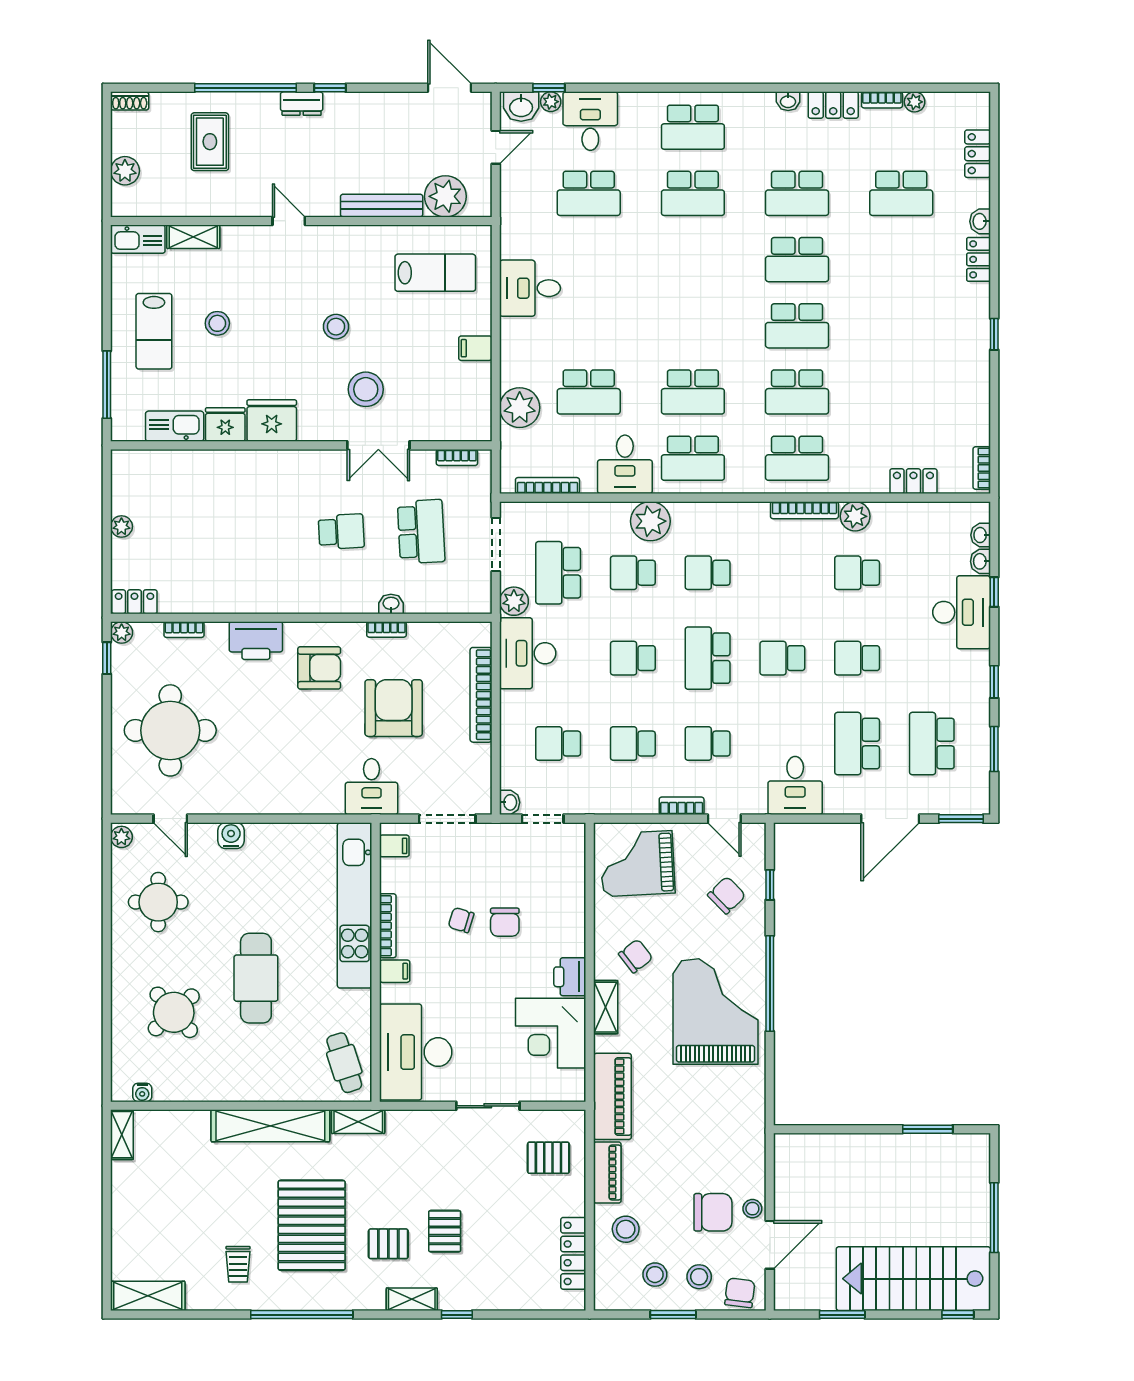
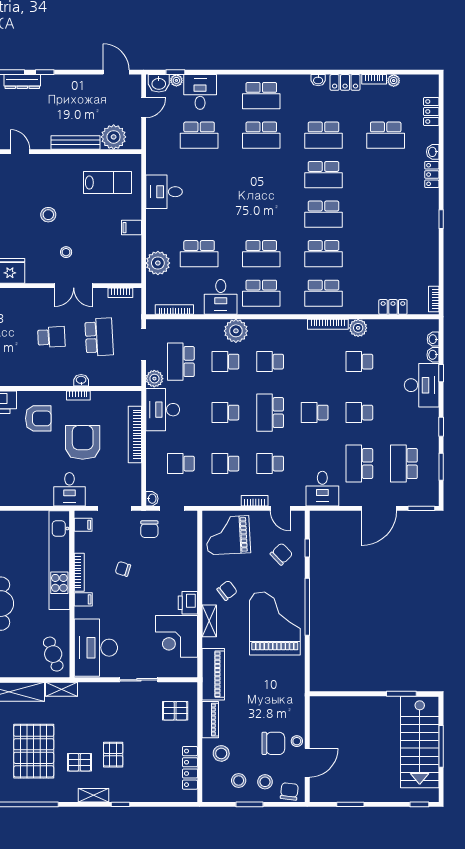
dresser: (302, 104) -> (22, 82), width x1.44
stool: (366, 389) -> (66, 252), width x0.53, depth x0.53
chair: (505, 922) -> (149, 529), moved
stairs: (913, 1279) -> (420, 742), moved, turned -90

